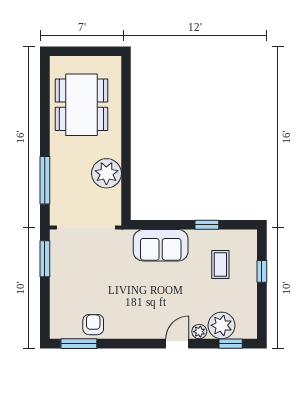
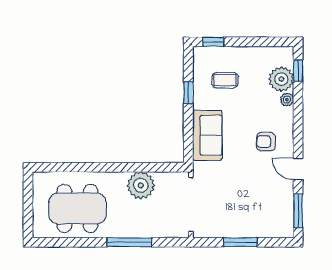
window: (45, 180) -> (129, 242), moved
window: (45, 259) -> (240, 242), moved
window: (262, 271) -> (213, 42), moved
armchair: (93, 325) -> (266, 142), moved
door: (177, 344) -> (298, 169), moved

